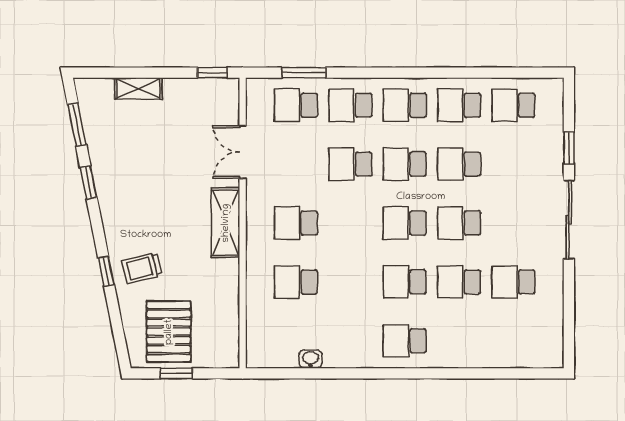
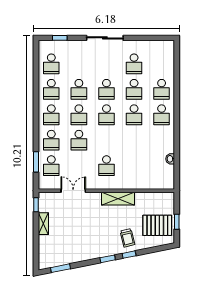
shelving: (138, 88) -> (43, 224), moved
window: (569, 148) -> (60, 38), moved
double door: (243, 152) -> (73, 191), swing flipped
window: (88, 182) -> (108, 259), moved
shelving: (226, 223) -> (118, 199), moved
school desk: (296, 282) -> (162, 89), moved

